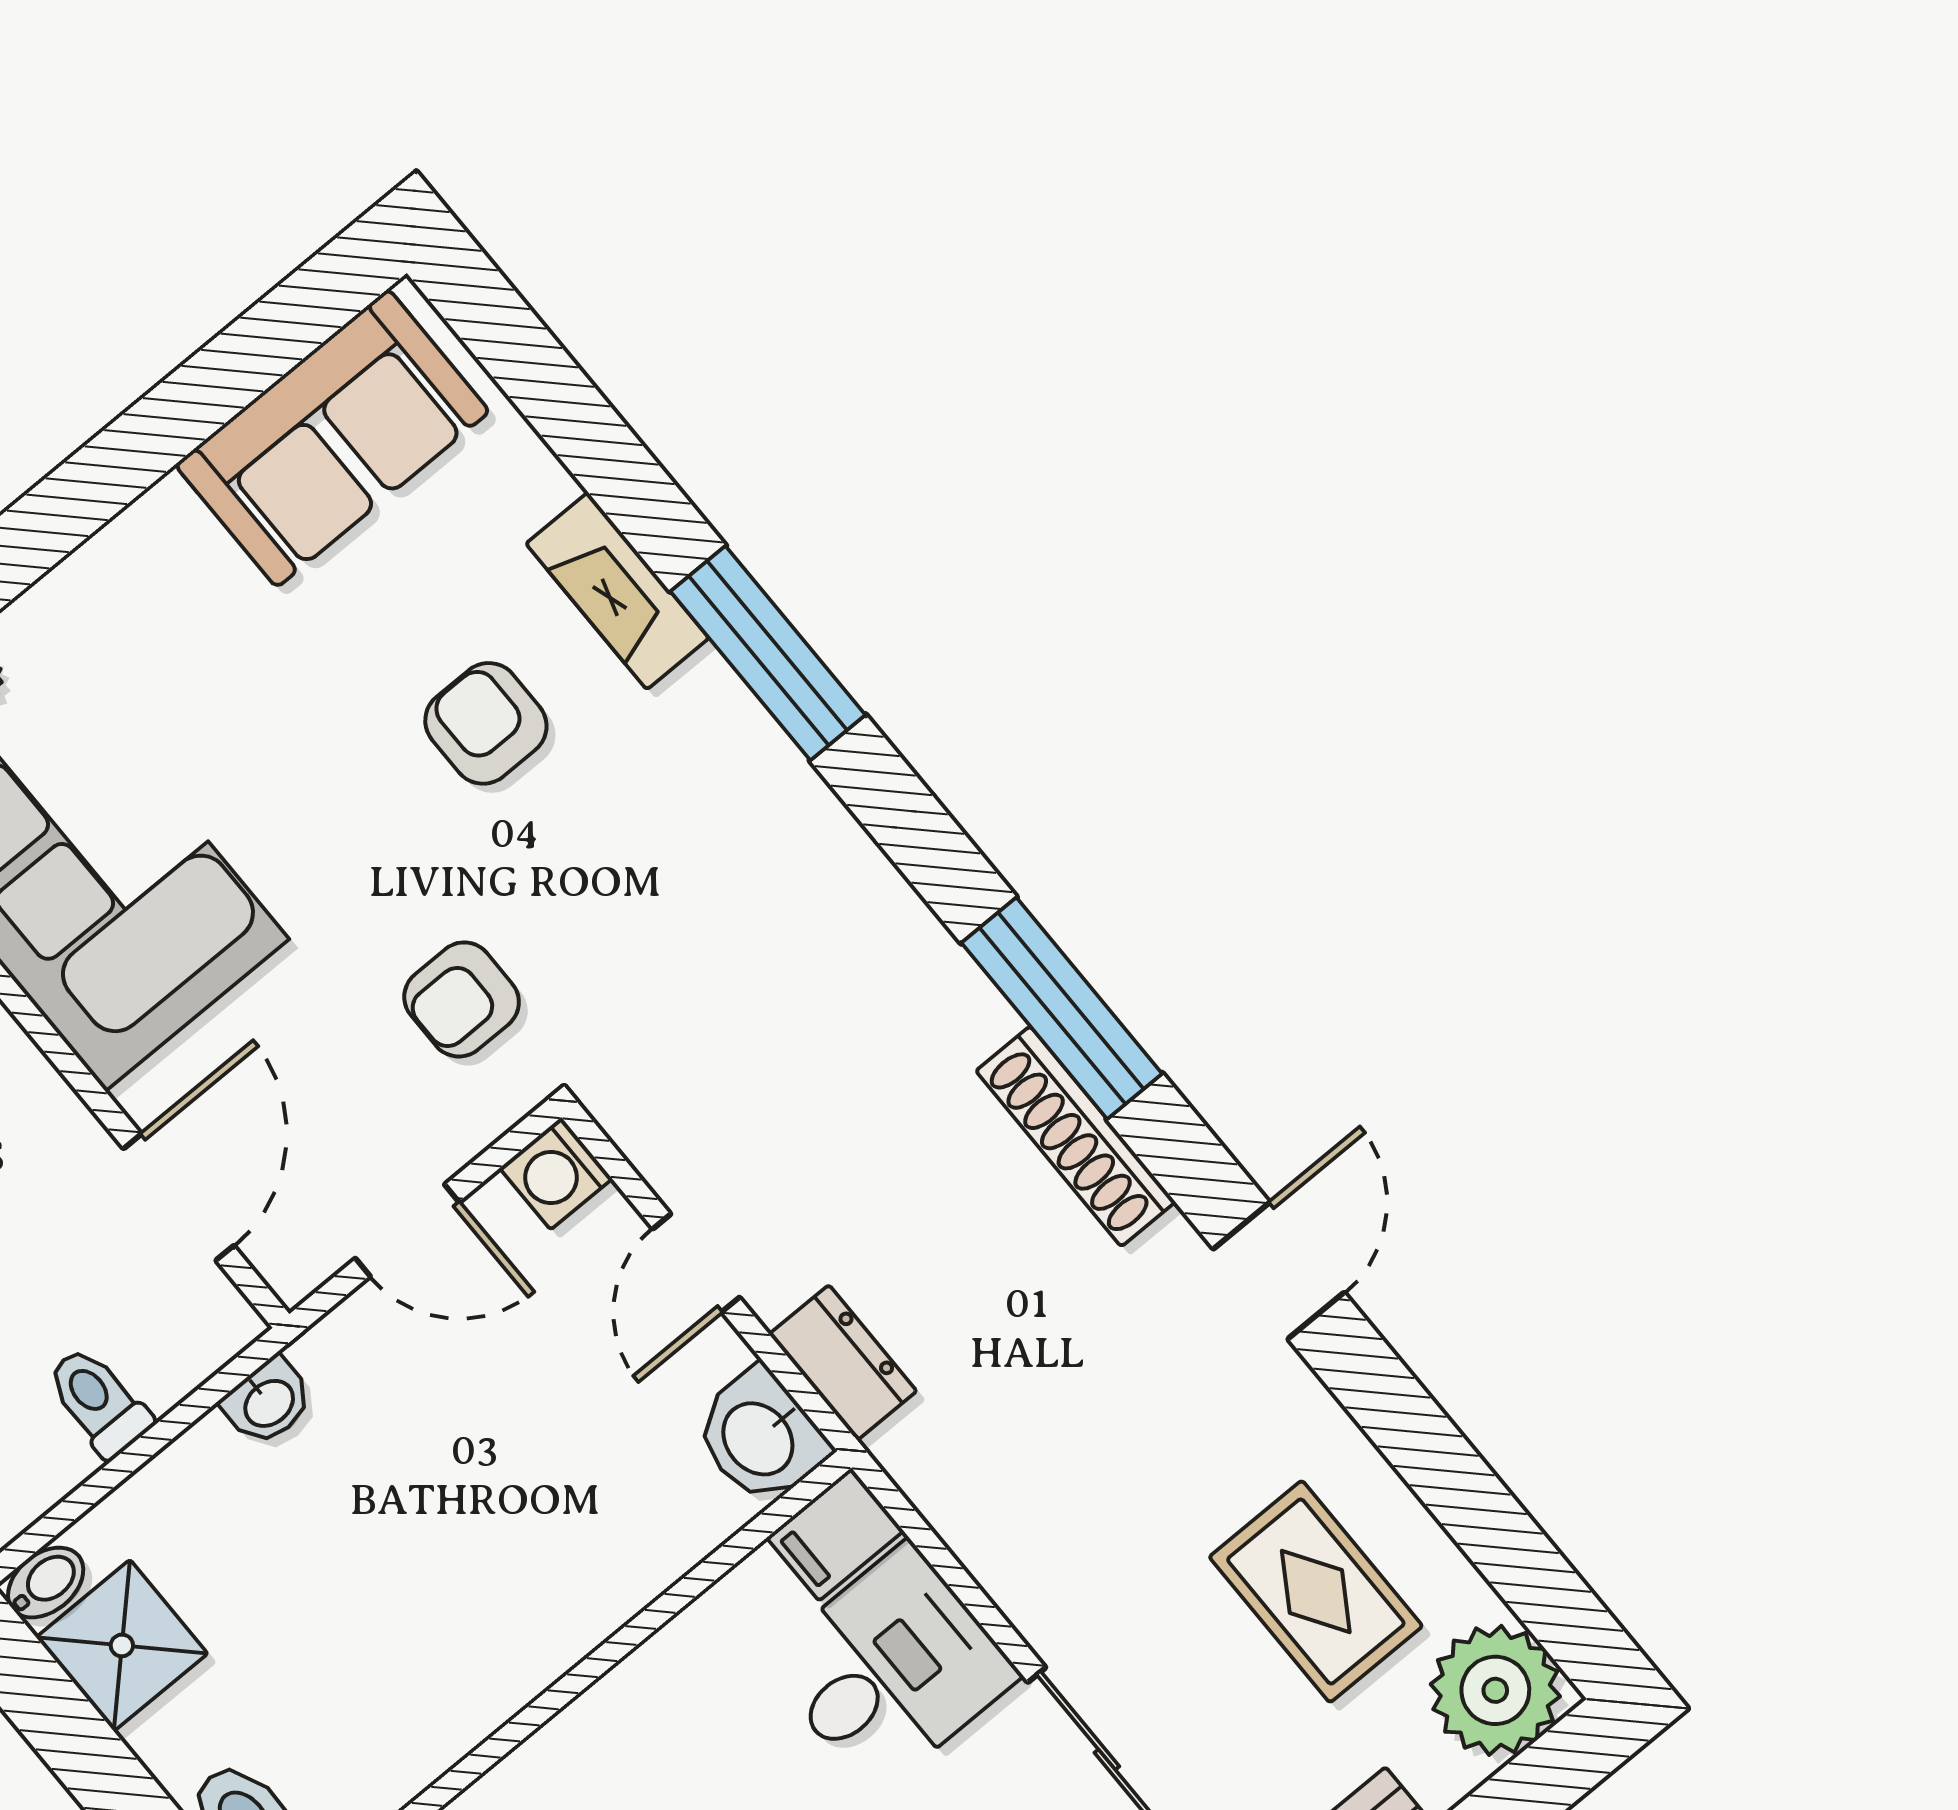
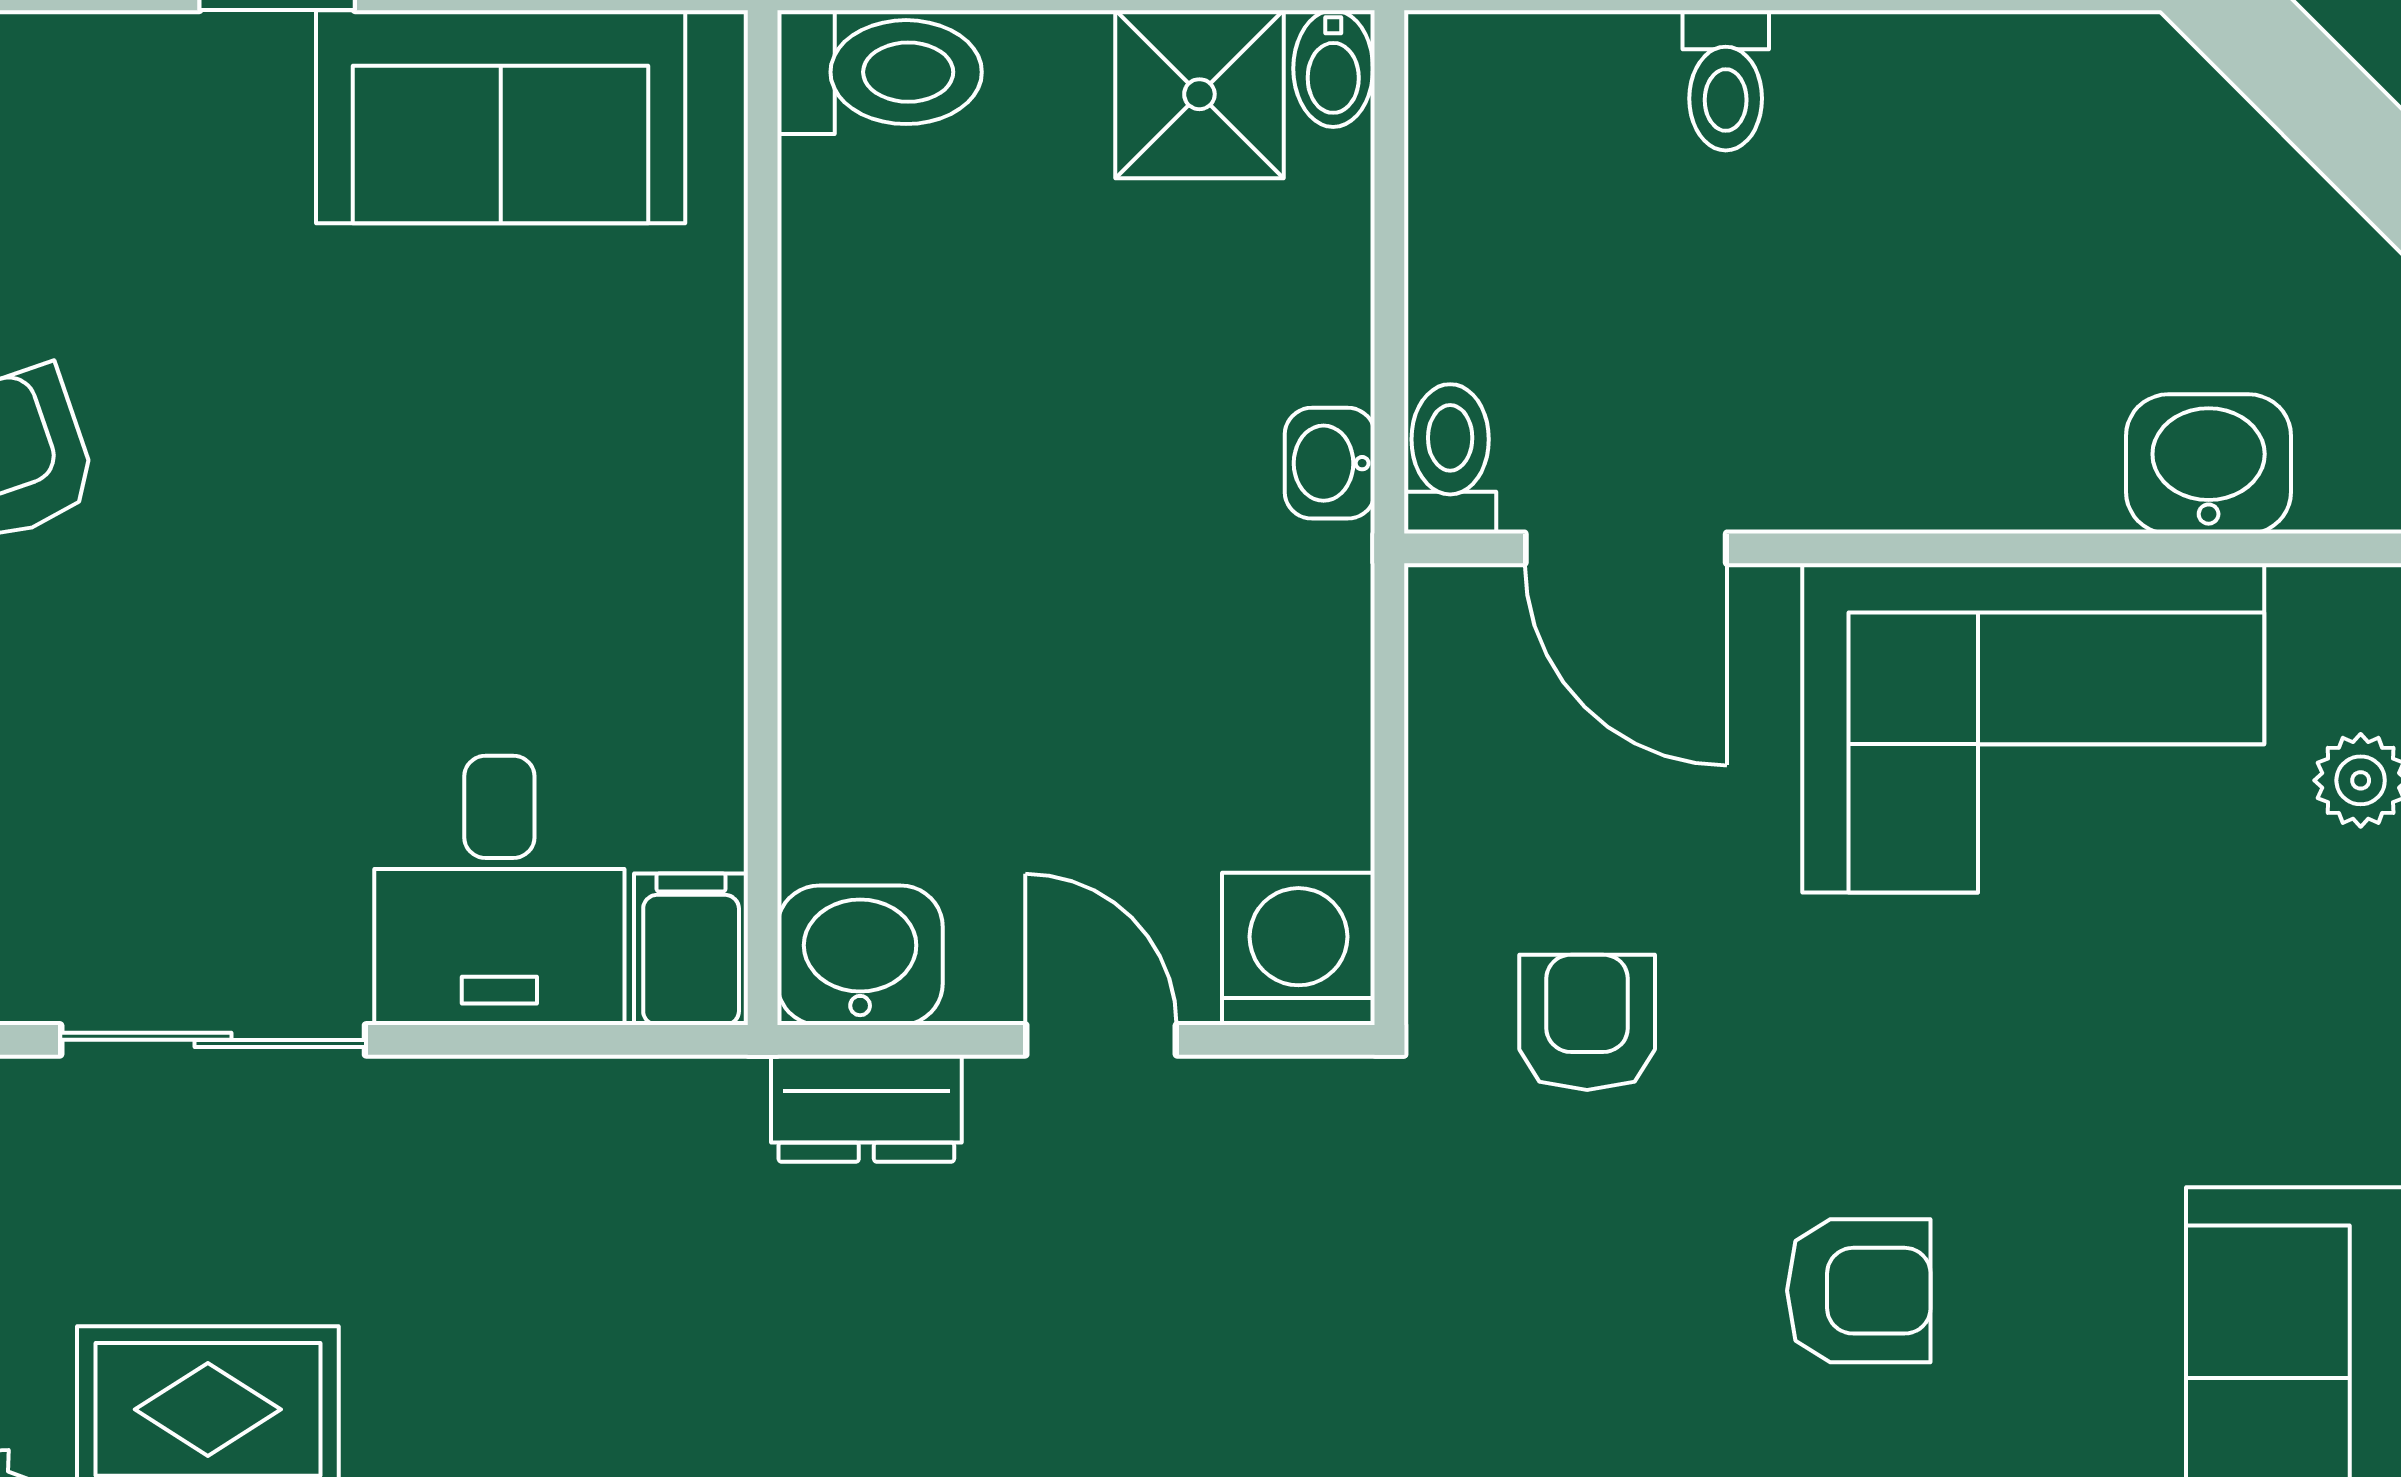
washing machine: (556, 1173) -> (1298, 949), width x1.38, depth x1.38
door: (407, 1230) -> (1389, 762), removed
toilet: (98, 1402) -> (1450, 459), moved, turned -90

